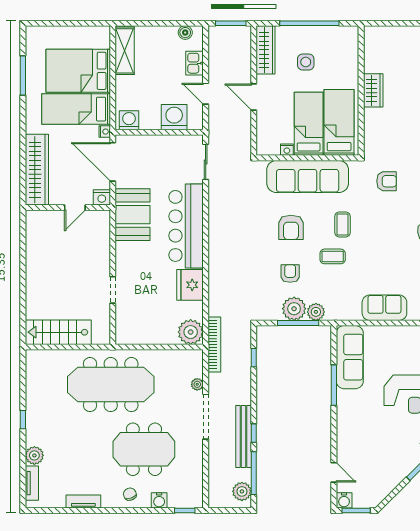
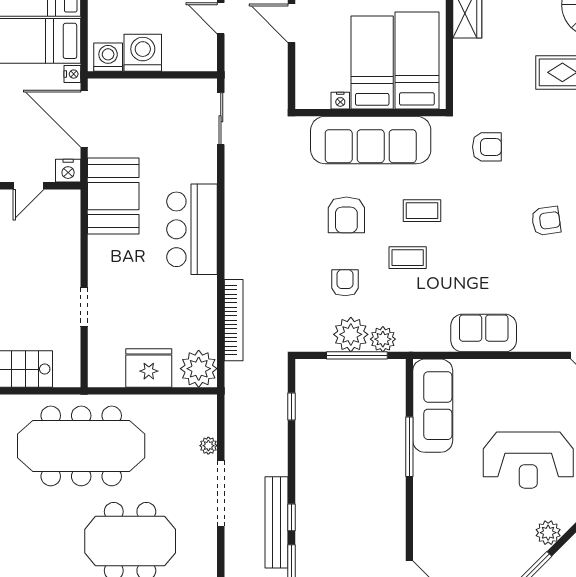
washing machine: (174, 117) -> (143, 53), moved
coffee table: (342, 224) -> (422, 211), turned 90
bar counter: (186, 226) -> (192, 229), width x0.73
fridge: (190, 285) -> (149, 368), moved, turned 90
bookcase: (214, 344) -> (234, 320), moved

